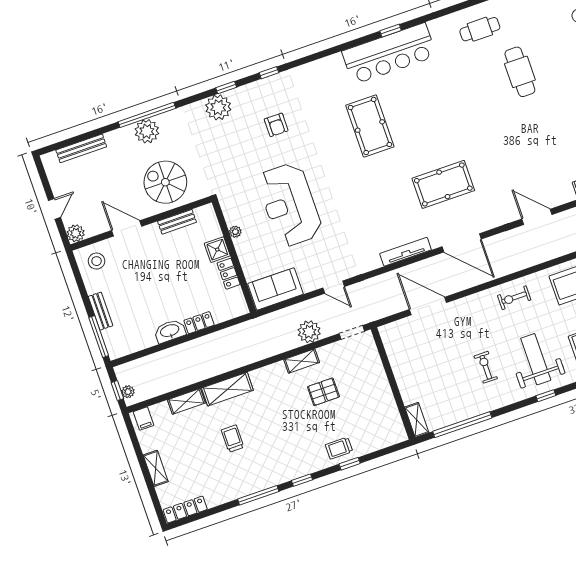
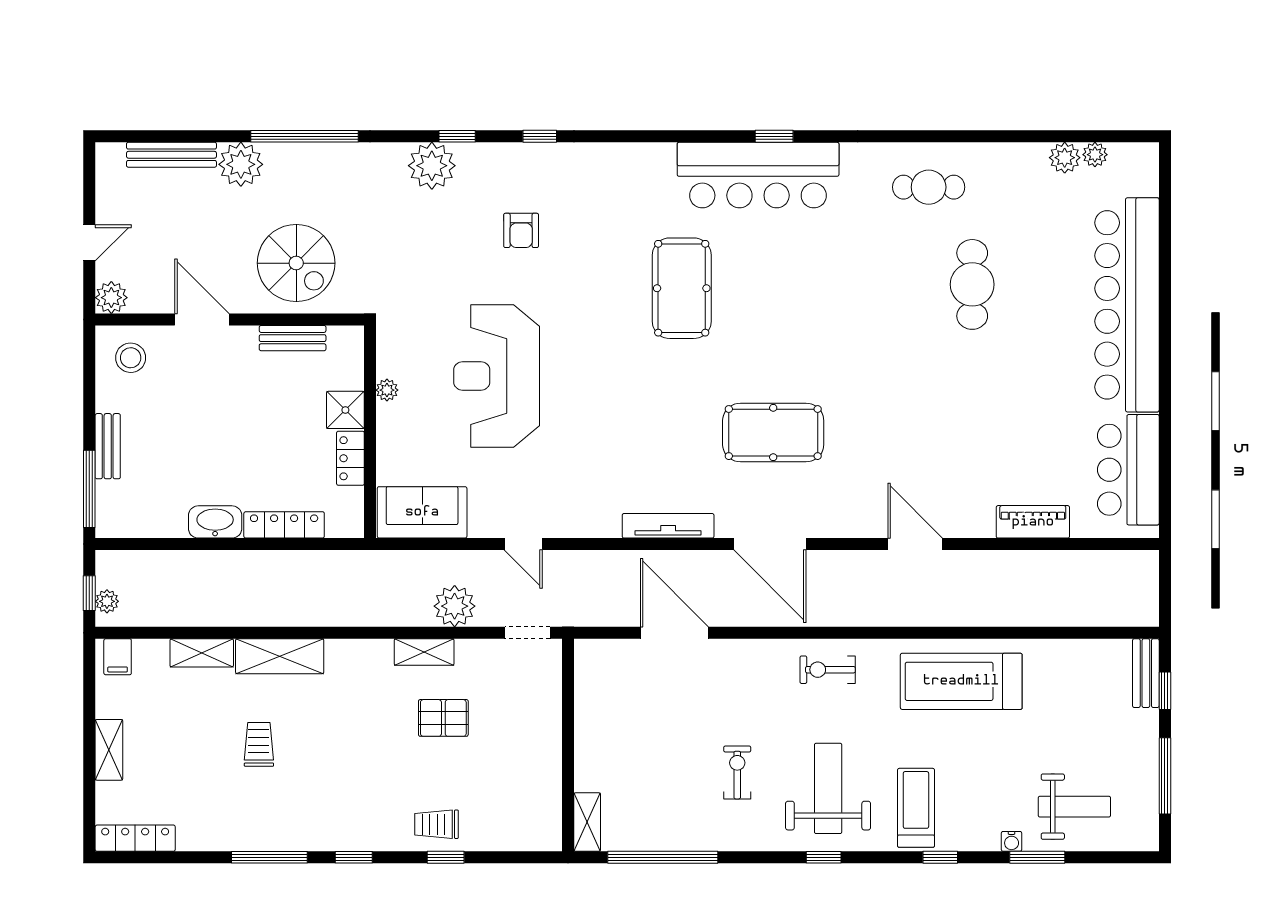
plant: (147, 131) -> (241, 164), moved
spiral stairs: (165, 182) -> (296, 263), turned 180
locker: (199, 323) -> (284, 525), width x1.53

